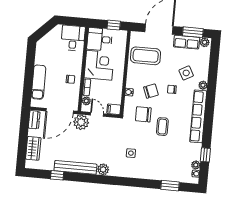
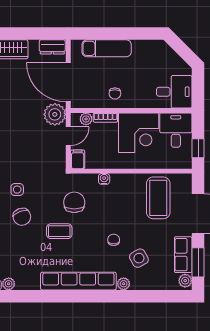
chair: (151, 91) -> (22, 217), moved
window: (205, 155) -> (24, 296), removed

